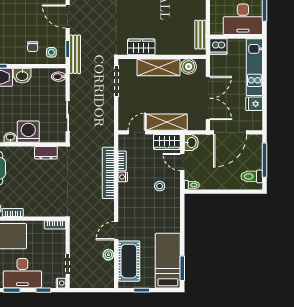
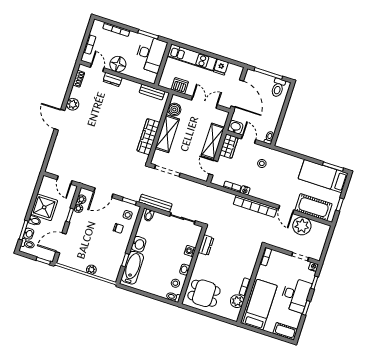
wardrobe: (141, 47) -> (148, 137), width x1.50
dishwasher: (218, 47) -> (180, 86), moved, turned -90
bench: (75, 54) -> (156, 203), moved
double door: (208, 98) -> (204, 102), width x0.73
washing machine: (28, 132) -> (190, 251), width x0.53, depth x0.53
door: (182, 162) -> (249, 139), swing flipped
bookcase: (108, 173) -> (255, 206), moved
plant: (108, 255) -> (302, 226), width x1.87, depth x1.87

